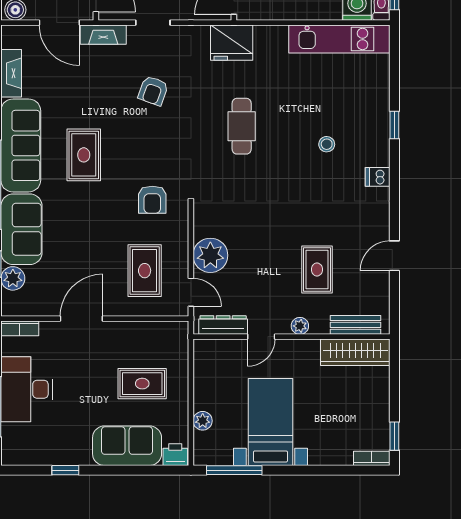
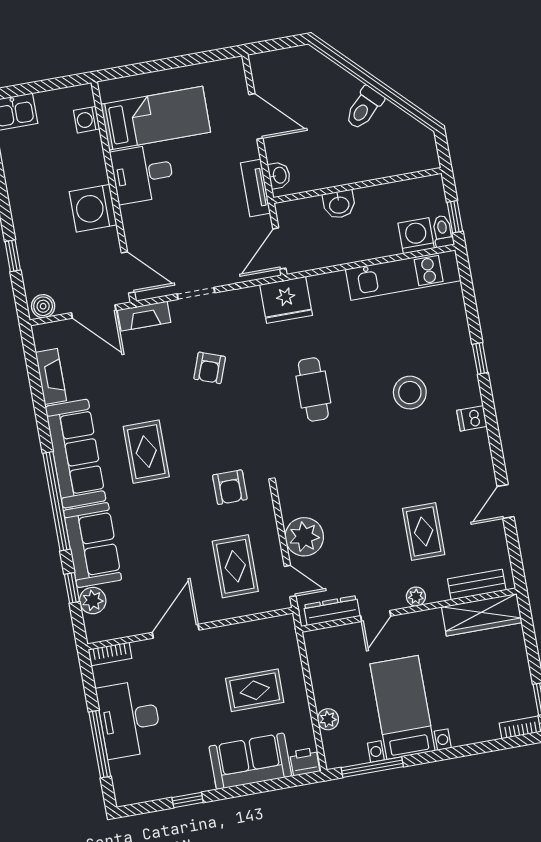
stool: (327, 144) -> (410, 393), width x1.89, depth x1.89

